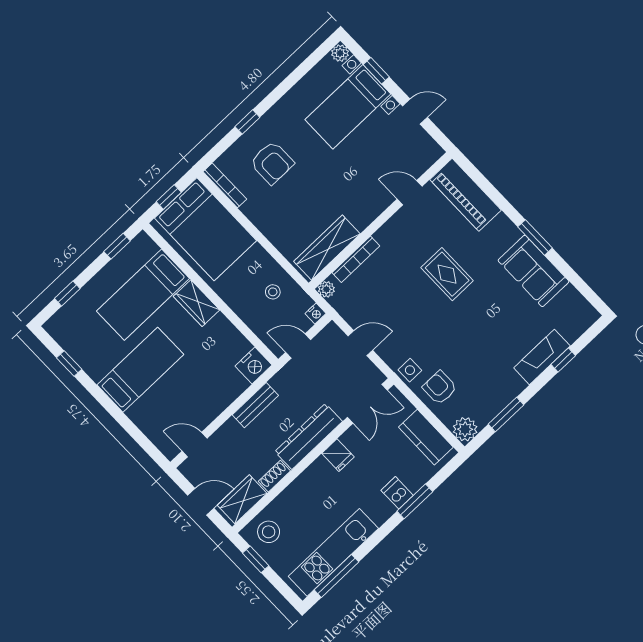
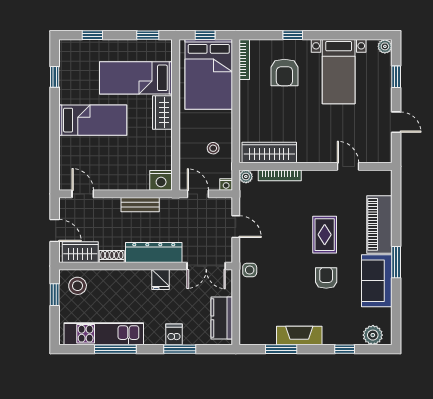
bed with nightstands: (348, 107) -> (339, 72), moved, turned -90
piano: (466, 195) -> (379, 224), moved
fireplace: (542, 357) -> (299, 336), moved
armchair: (440, 388) -> (326, 278), moved
plant: (465, 429) -> (373, 335), moved
window: (336, 576) -> (115, 349), moved

